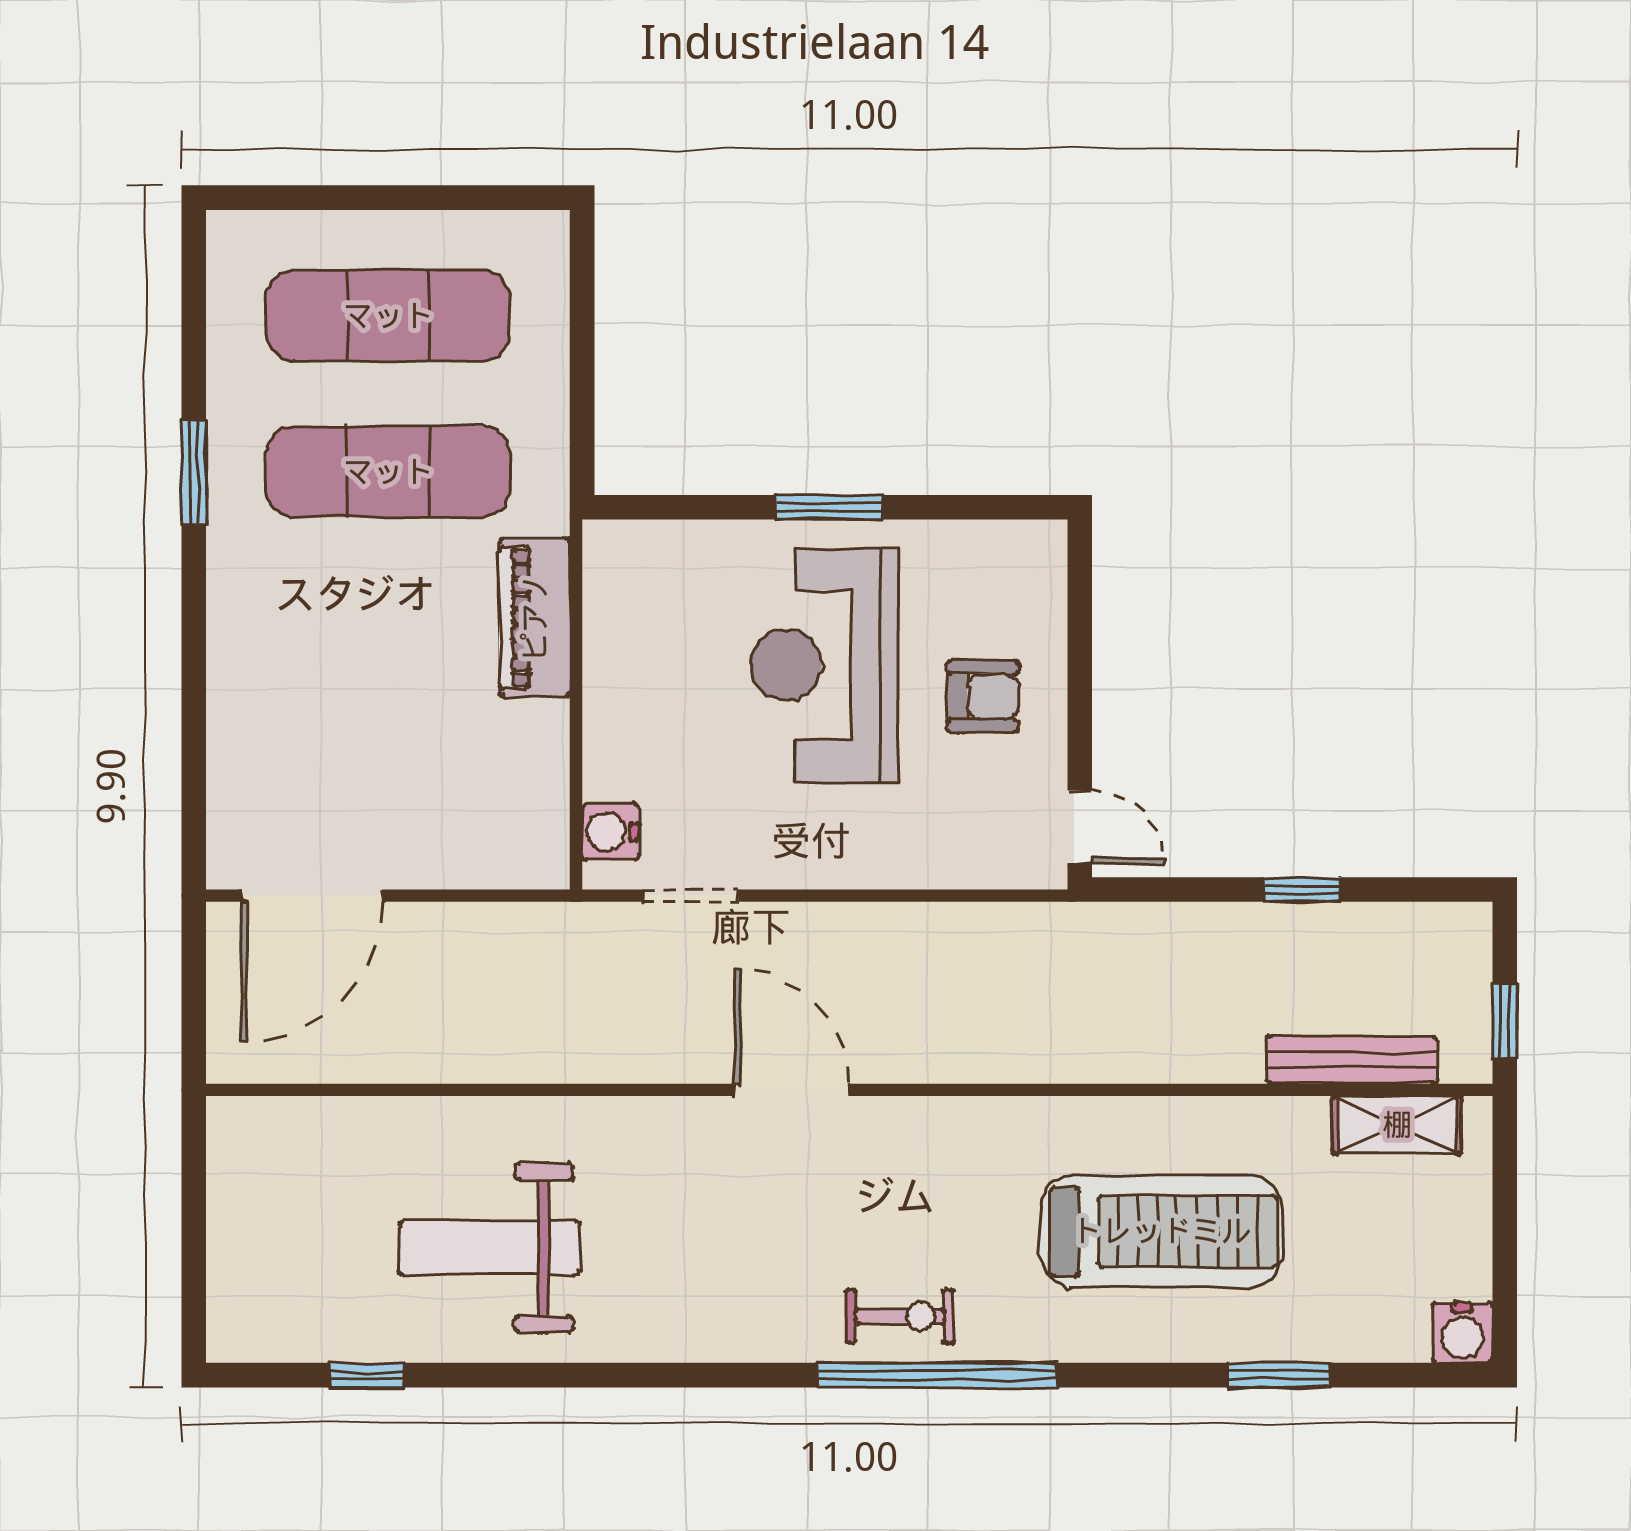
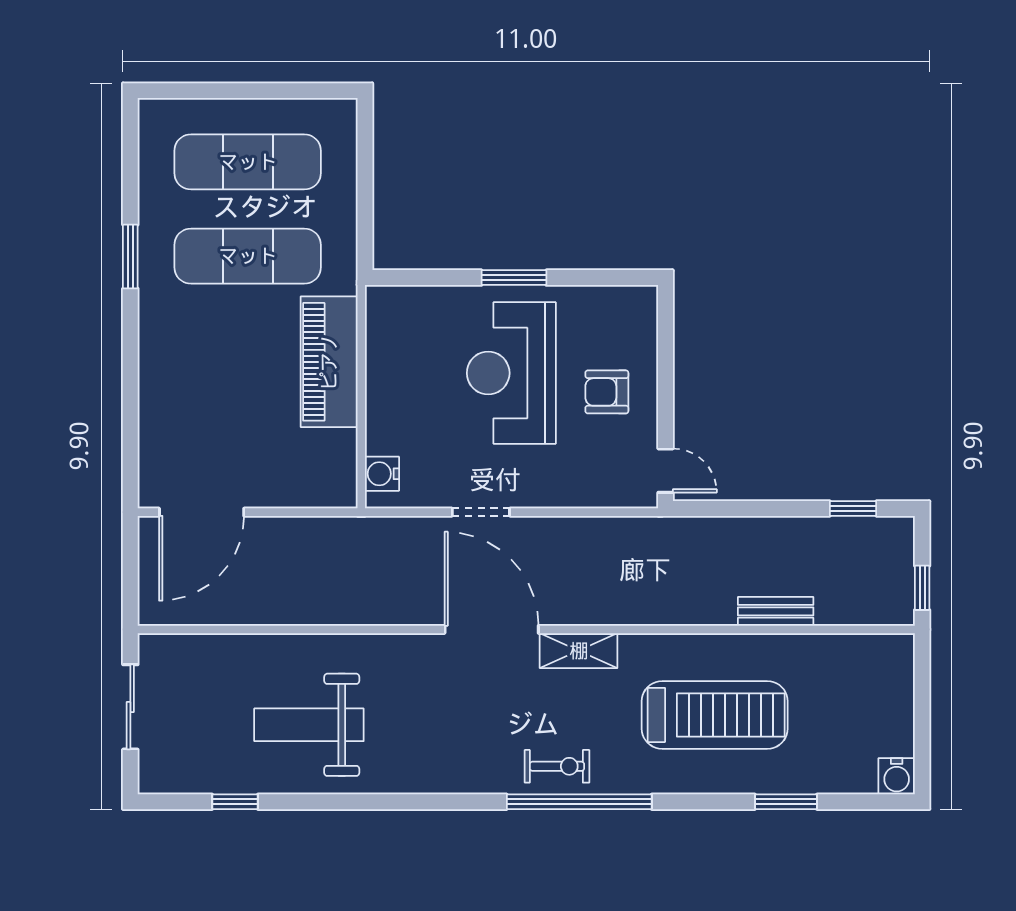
piano: (535, 618) -> (329, 362), width x1.37, depth x1.33
armchair: (983, 697) -> (607, 392), turned 180
window: (1302, 890) -> (853, 508), moved
doorway: (691, 896) -> (481, 512), moved
bench: (1352, 1060) -> (776, 611), moved, width x0.73
door: (792, 1090) -> (492, 629), width x1.36
shelving: (1397, 1125) -> (579, 651), moved
sliding door: (194, 1218) -> (130, 707), added

